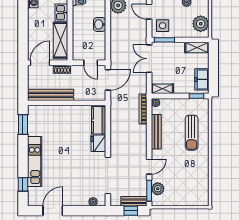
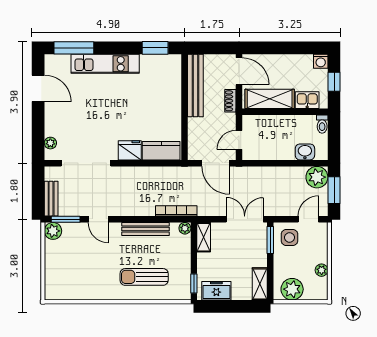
washbasin: (100, 24) -> (305, 152), moved
window: (23, 184) -> (74, 48), width x2.17
plant: (158, 189) -> (53, 231), moved
window: (131, 211) -> (38, 194), removed

